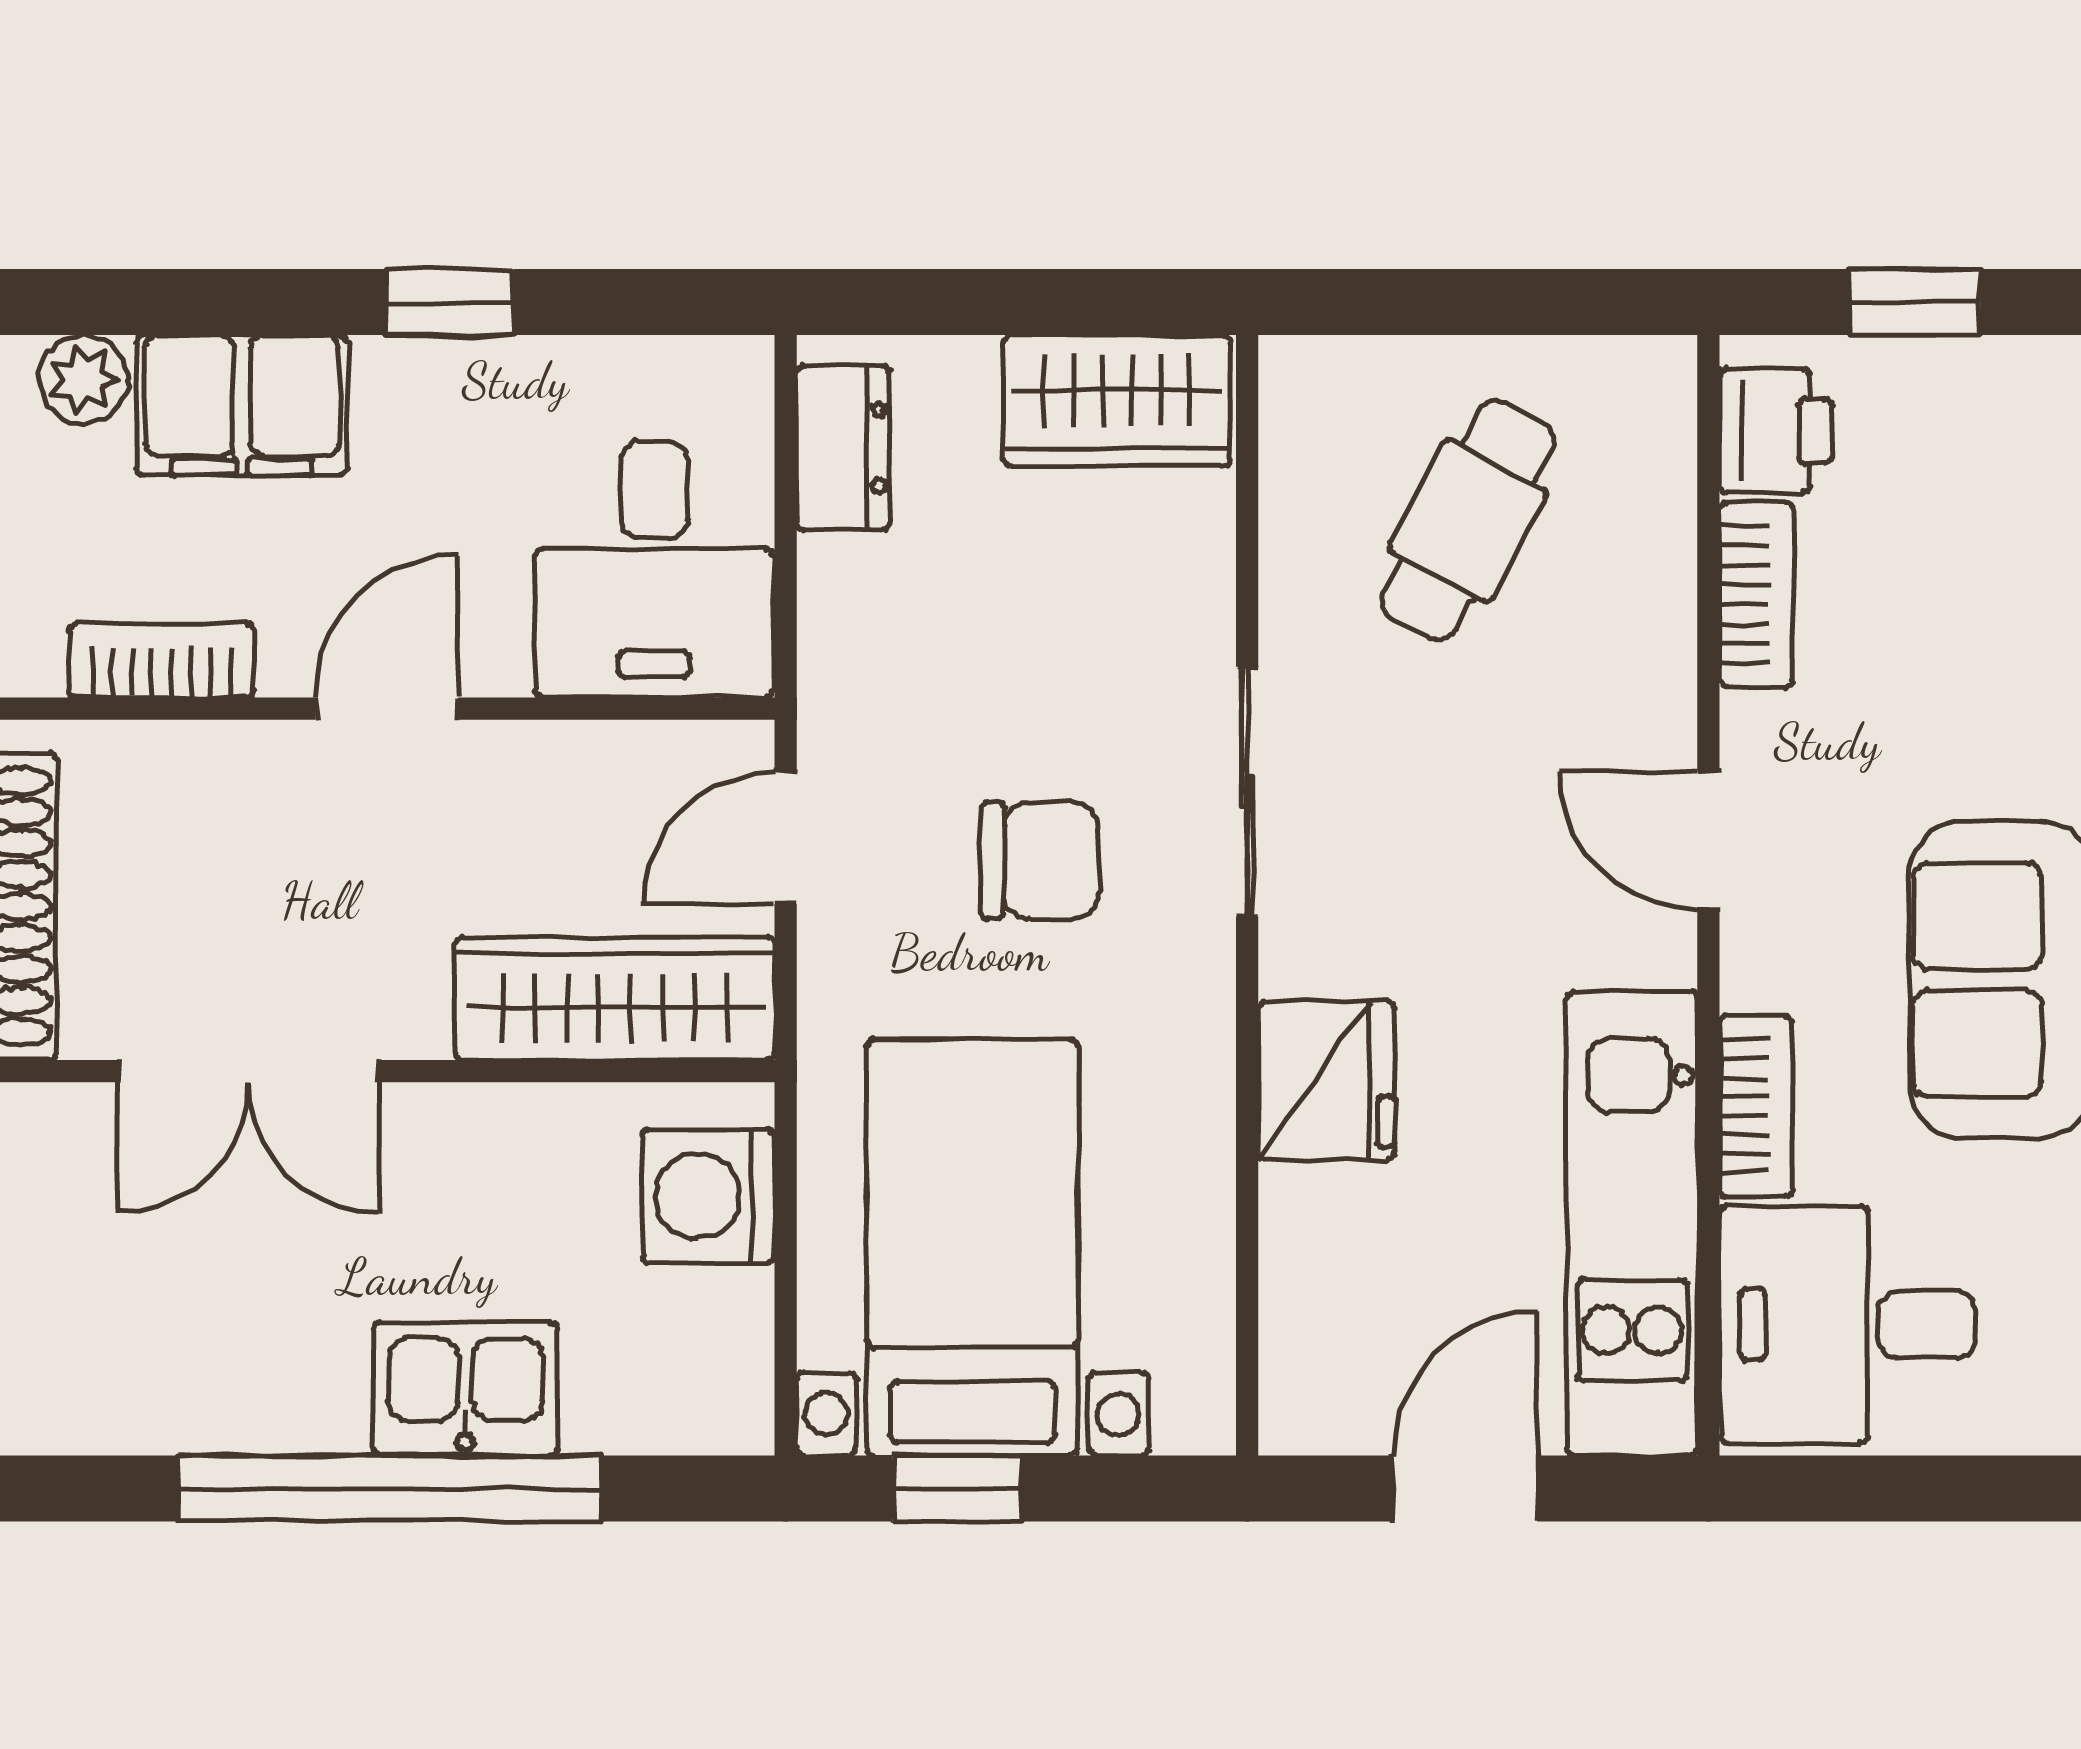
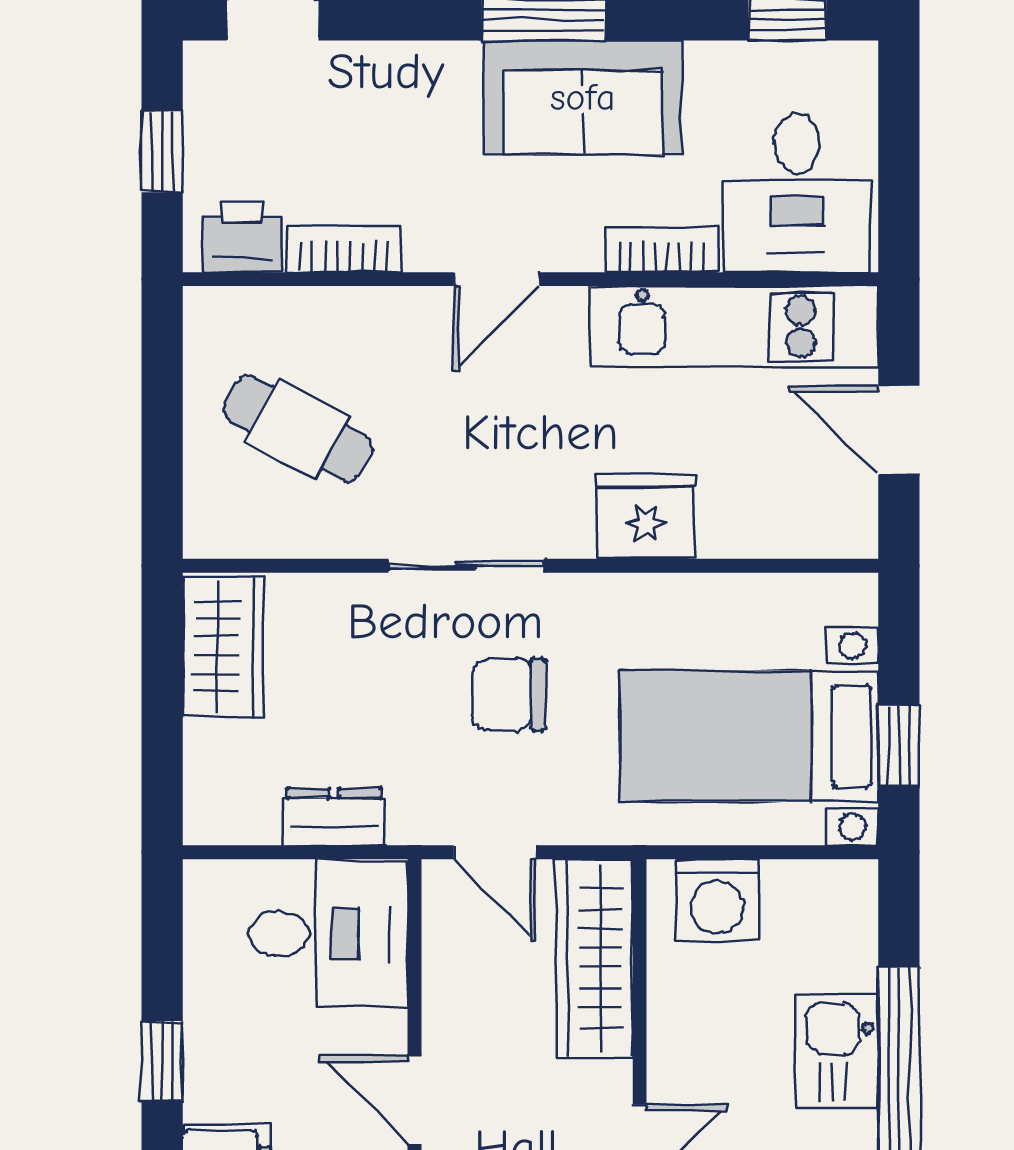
dresser: (843, 448) -> (334, 817), moved
chair: (1040, 860) -> (509, 694), turned -90

